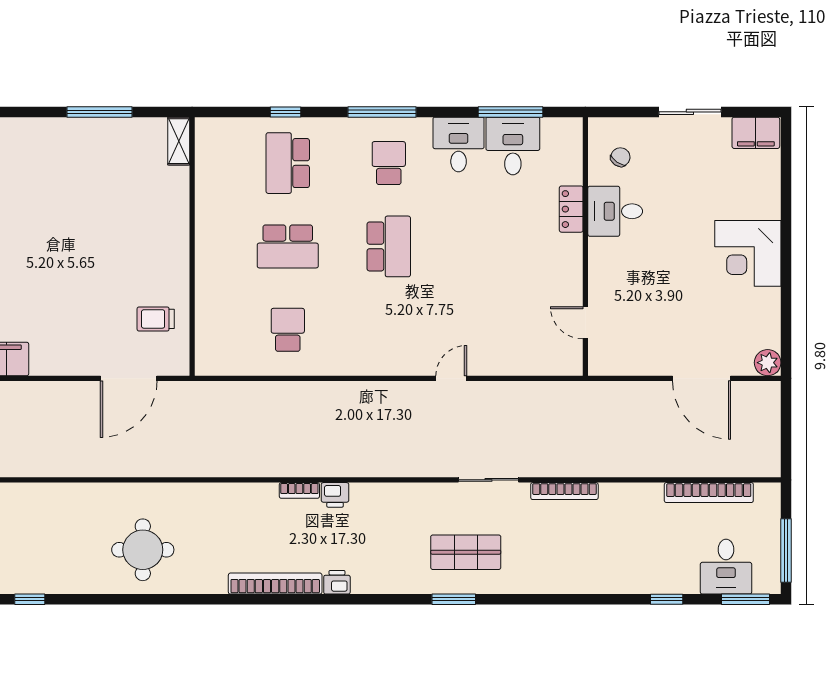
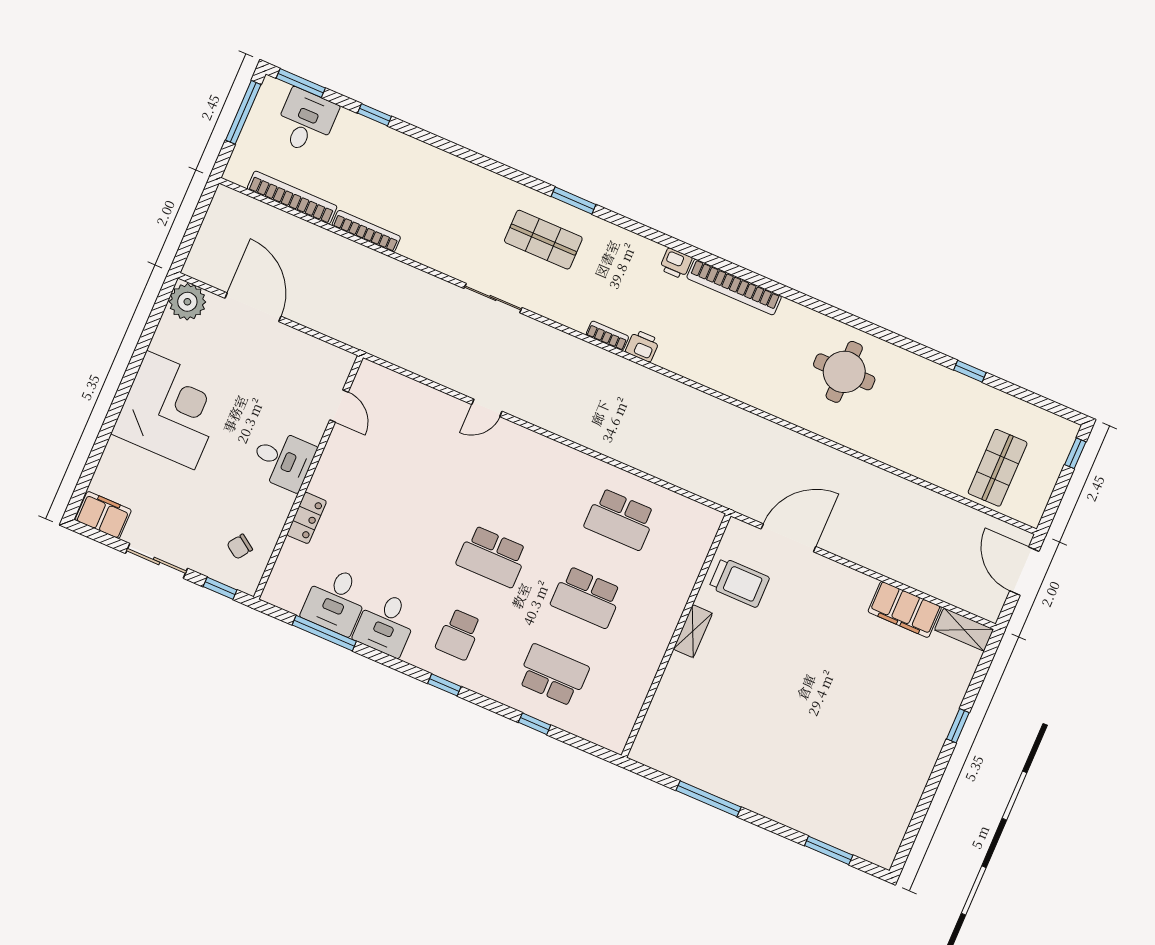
window: (382, 112) -> (444, 685), width x0.46
window: (622, 112) -> (220, 588), added
shelving: (179, 141) -> (693, 631), moved
school desk: (288, 163) -> (553, 675), turned -90
desk: (615, 211) -> (283, 460), moved
school desk: (288, 246) -> (587, 597), turned 180
school desk: (389, 246) -> (492, 556), turned -90
corner desk: (748, 253) -> (170, 410), width x1.36, depth x1.36
trolley: (156, 319) -> (739, 582), width x1.36, depth x1.39
school desk: (288, 330) -> (620, 519), width x1.85
plant: (768, 363) -> (187, 302), width x1.36, depth x1.36
bookcase: (299, 490) -> (607, 336), moved
bookcase: (564, 491) -> (366, 231), moved

